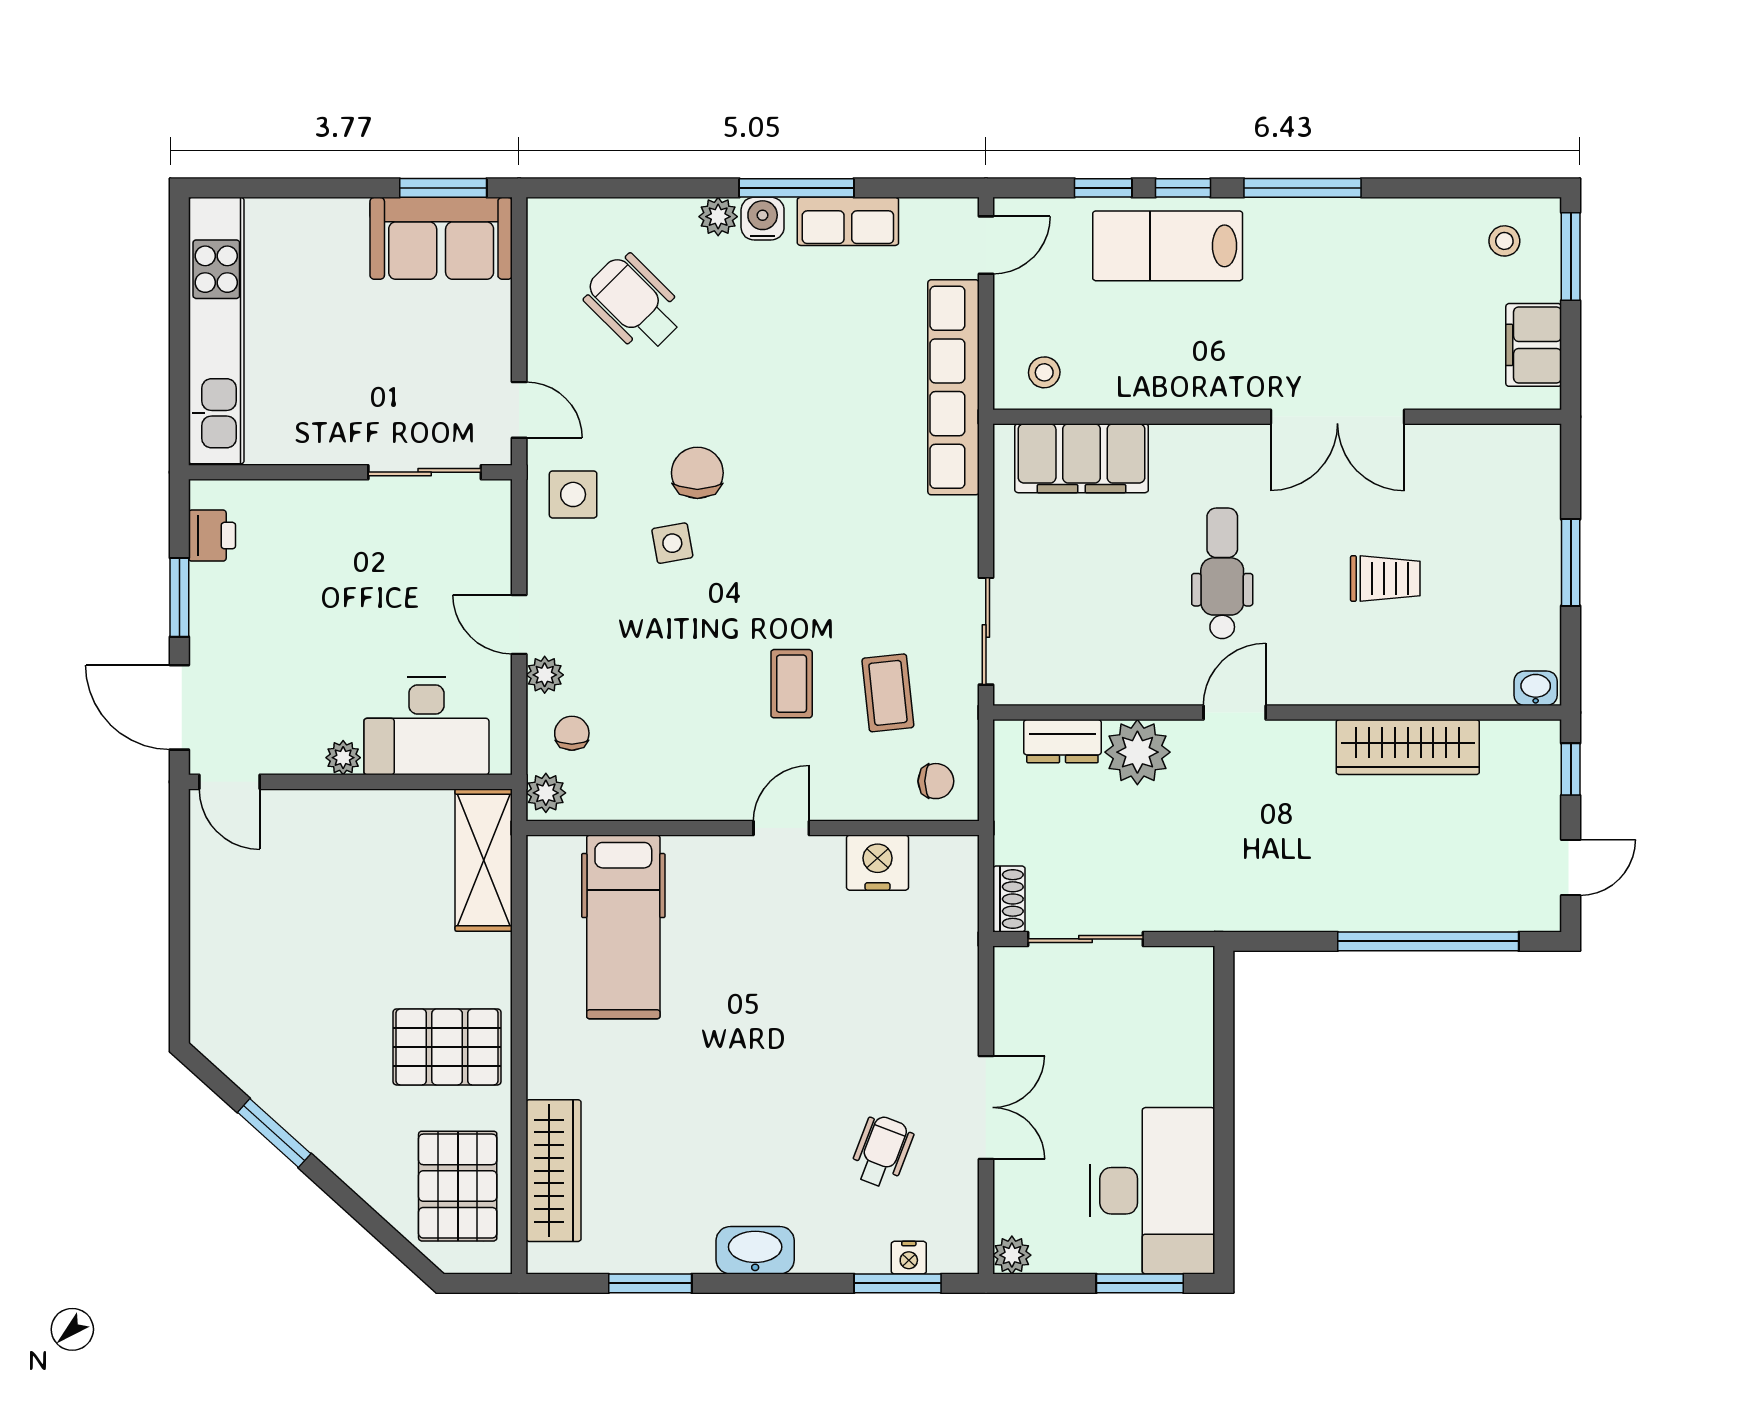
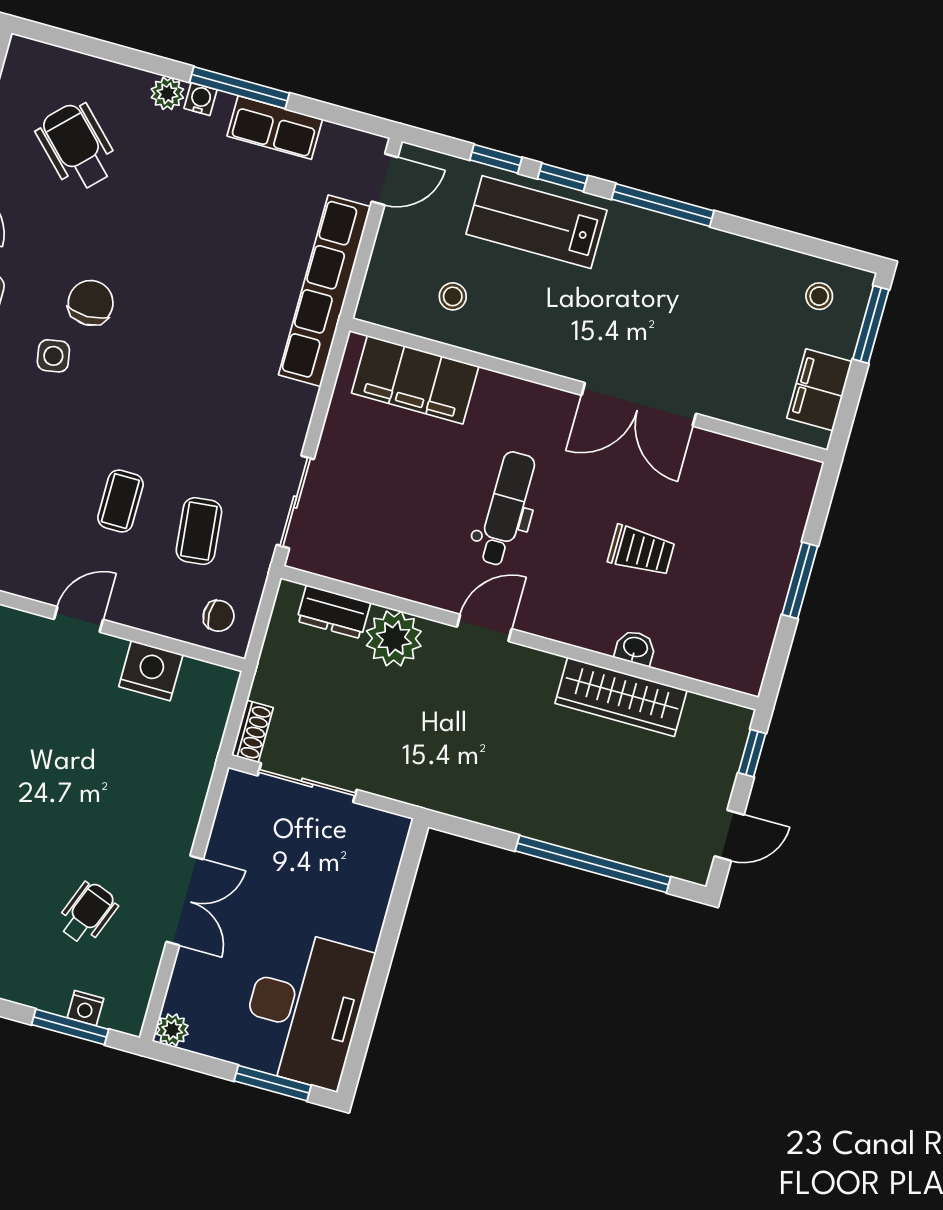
water cooler: (763, 219) -> (201, 99), width x0.72, depth x0.72
stool: (1044, 372) -> (453, 296), moved
washbasin: (1536, 688) -> (635, 648), moved

